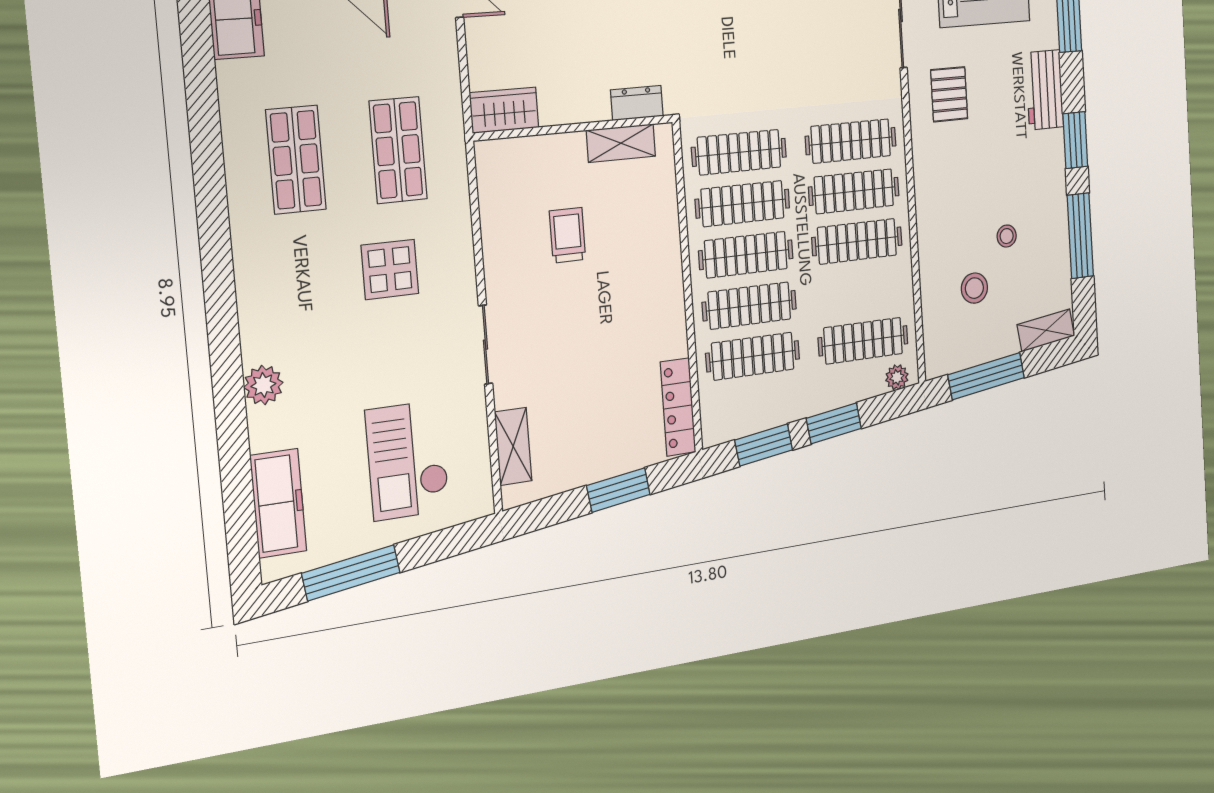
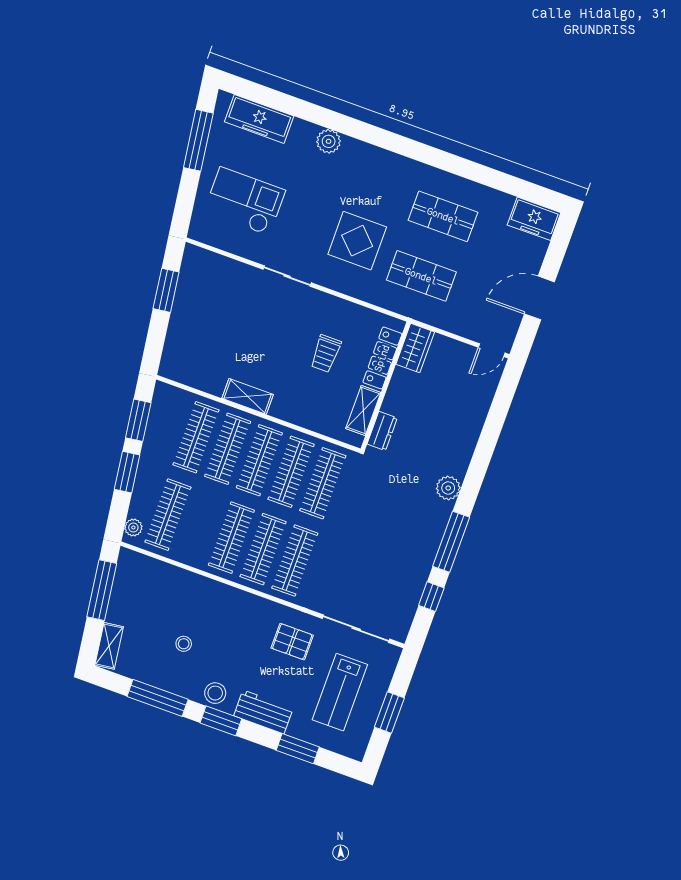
trolley: (568, 235) -> (326, 354), turned 90
display table: (390, 269) -> (357, 241), width x1.36, depth x1.36
stool: (974, 288) -> (215, 693), moved
locker: (678, 407) -> (382, 358), moved, turned -90
shelving: (513, 446) -> (248, 396), moved
window: (618, 490) -> (166, 290), moved

